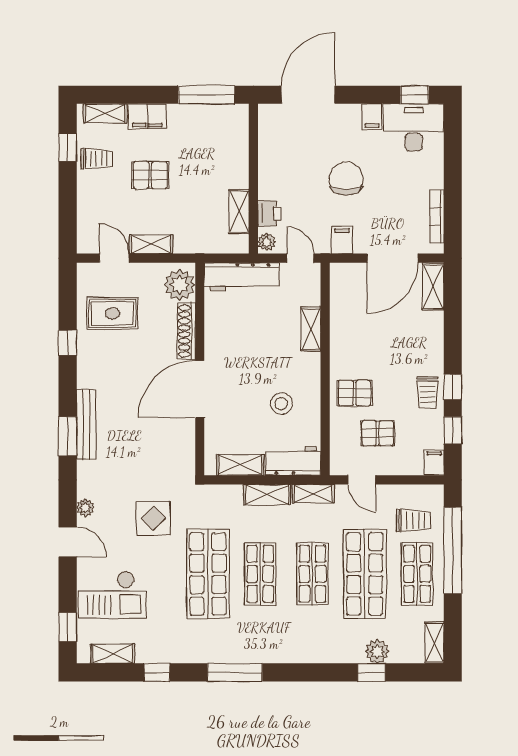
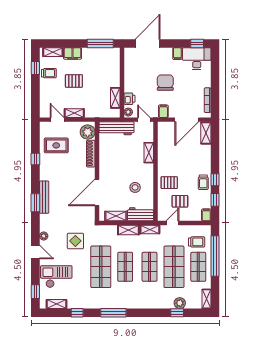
door: (200, 389) -> (97, 192), moved
door: (362, 480) -> (173, 223), swing flipped
checkout: (112, 595) -> (56, 277), turned 180

